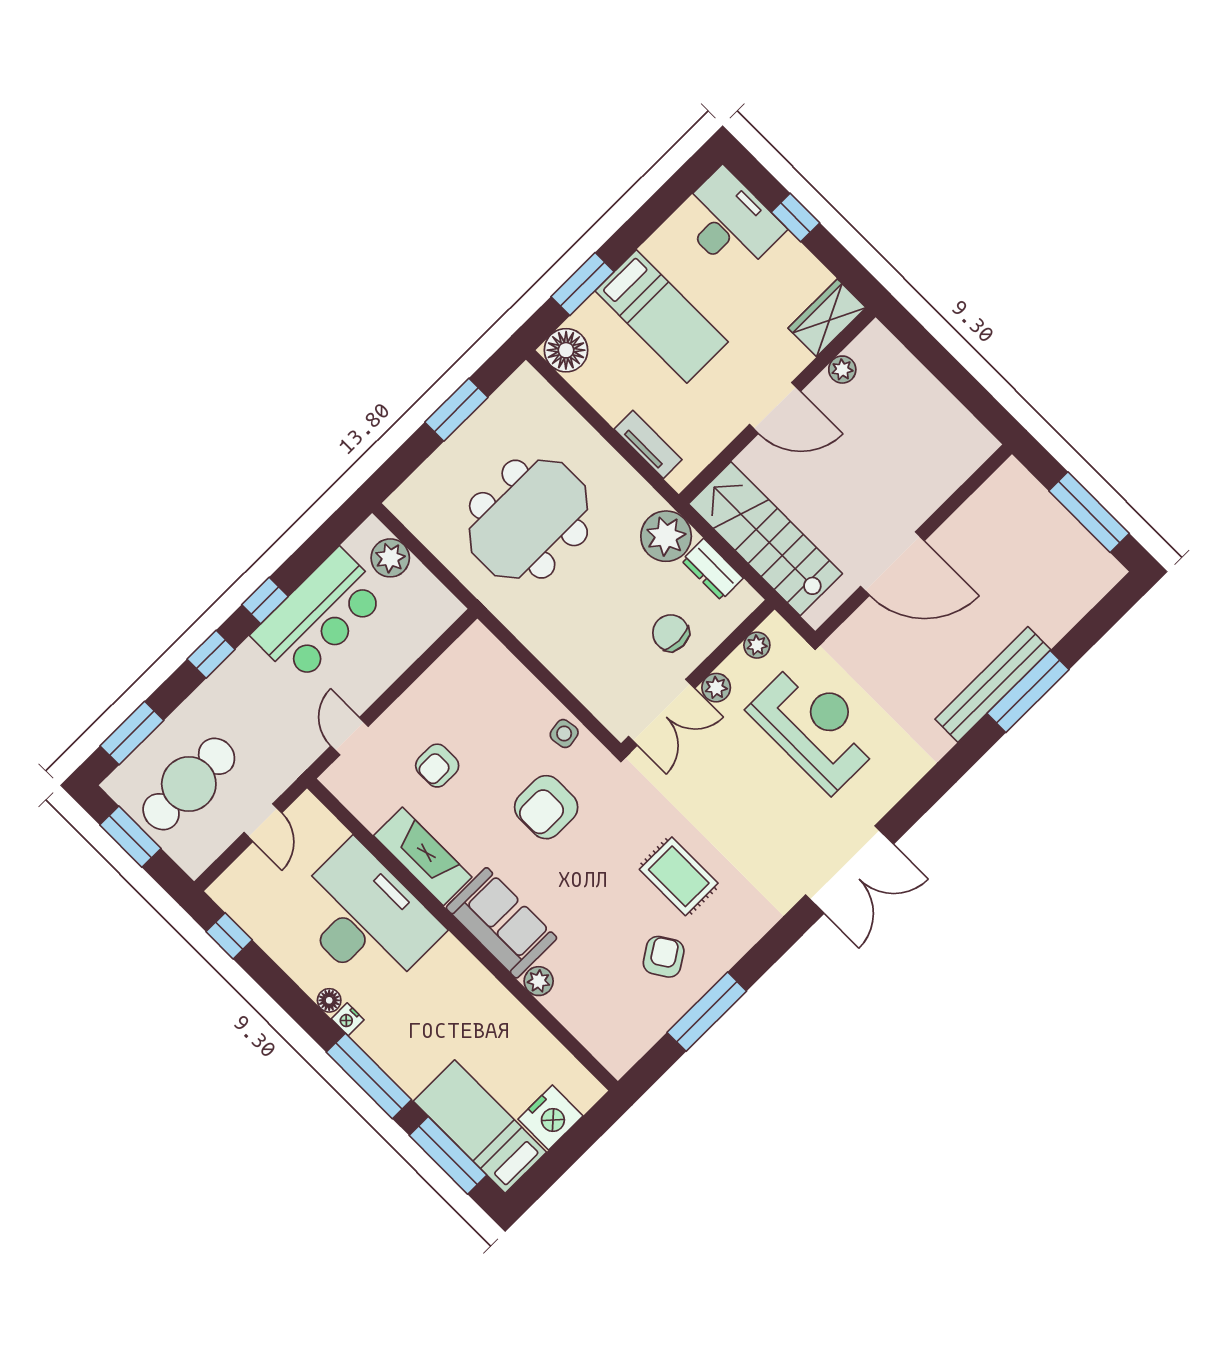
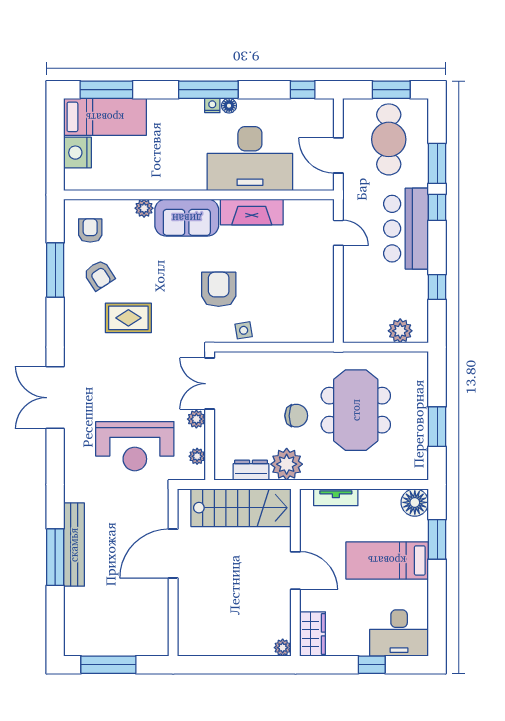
plant: (842, 370) -> (283, 648), moved
door: (775, 408) -> (295, 570), swing flipped
window: (265, 601) -> (437, 287), moved
bar counter: (319, 615) -> (406, 229), moved
chair: (671, 633) -> (296, 416), moved
window: (132, 733) -> (437, 163), moved
armchair: (437, 766) -> (90, 230), moved
door: (263, 823) -> (338, 155), width x1.37
window: (369, 1076) -> (208, 90), moved

